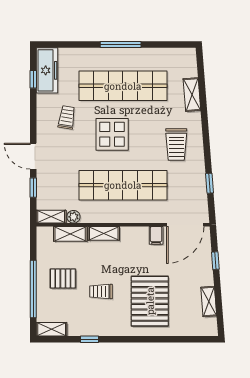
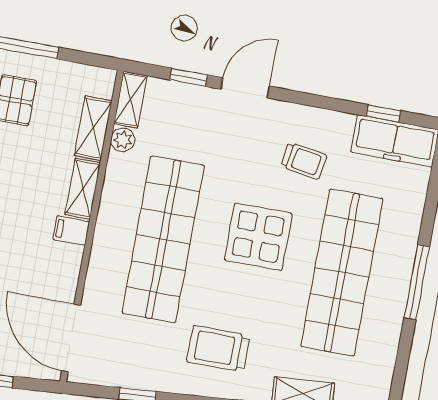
filing cabinet: (156, 235) -> (71, 231), moved

